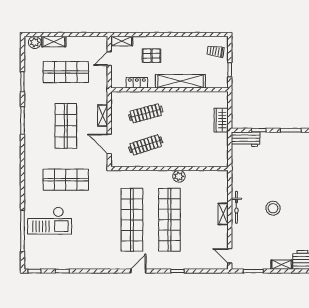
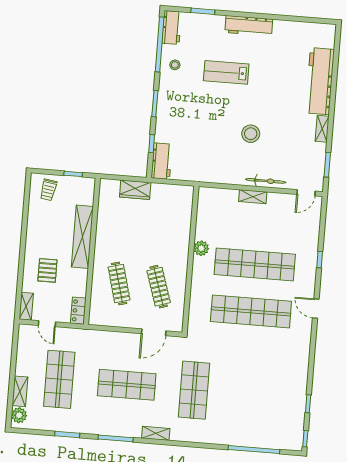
locker: (137, 83) -> (78, 311), moved
shelving: (103, 116) -> (156, 433), moved
bicycle: (237, 207) -> (266, 181), moved
checkout: (50, 221) -> (244, 415), removed

